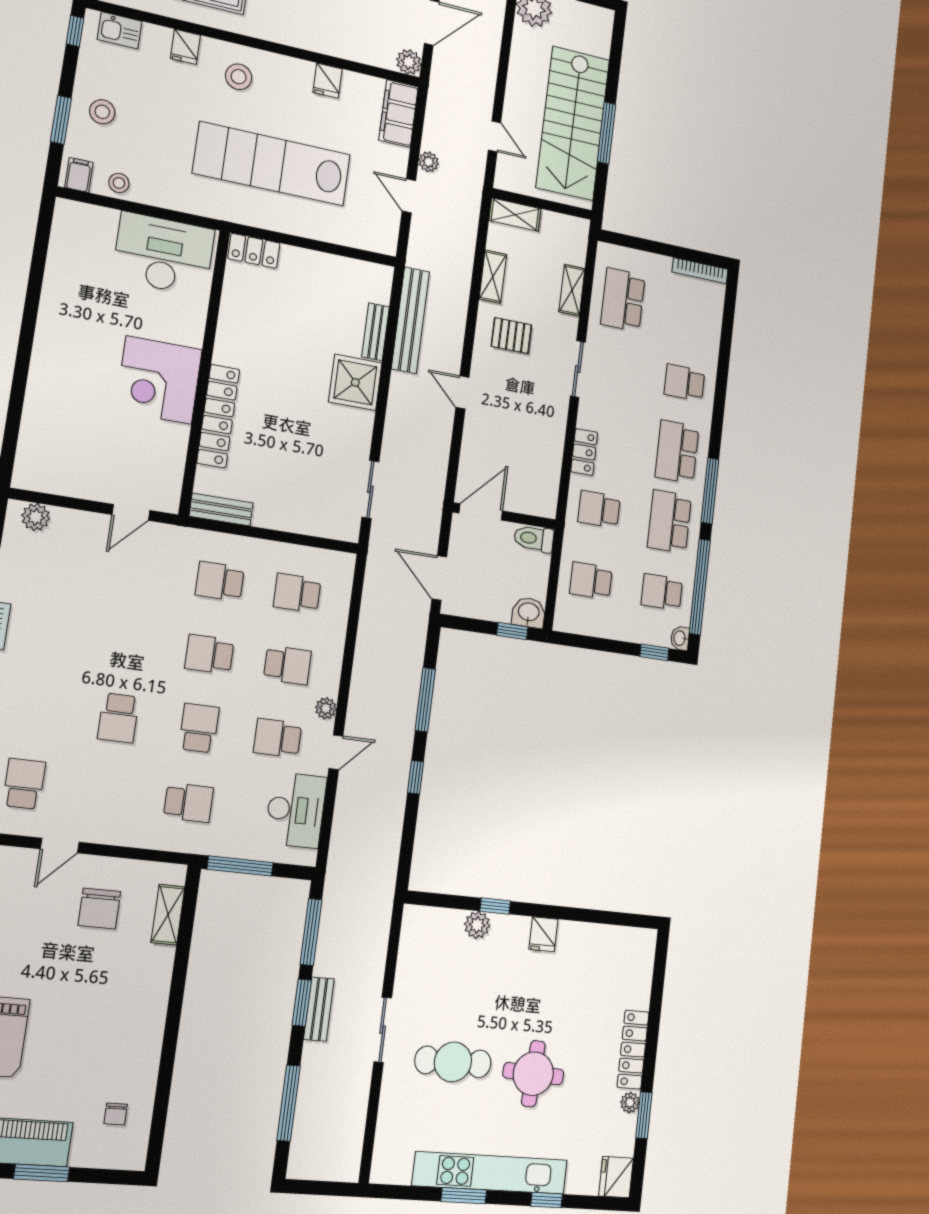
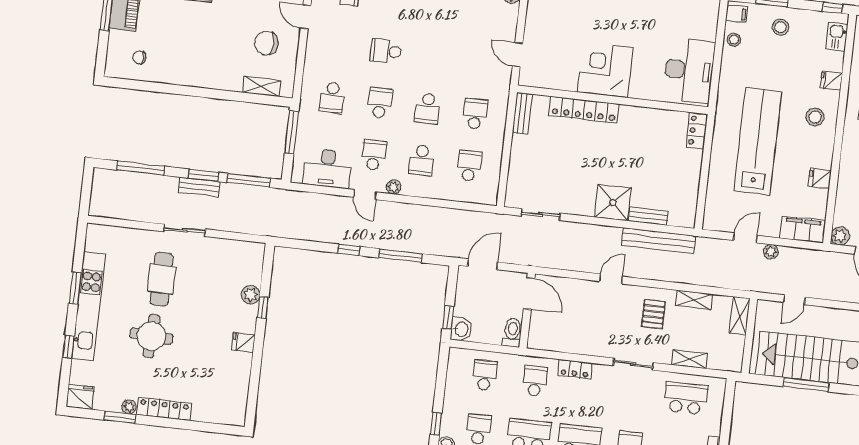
school desk: (209, 654) -> (427, 108), turned 180
school desk: (199, 728) -> (380, 103), turned -90

